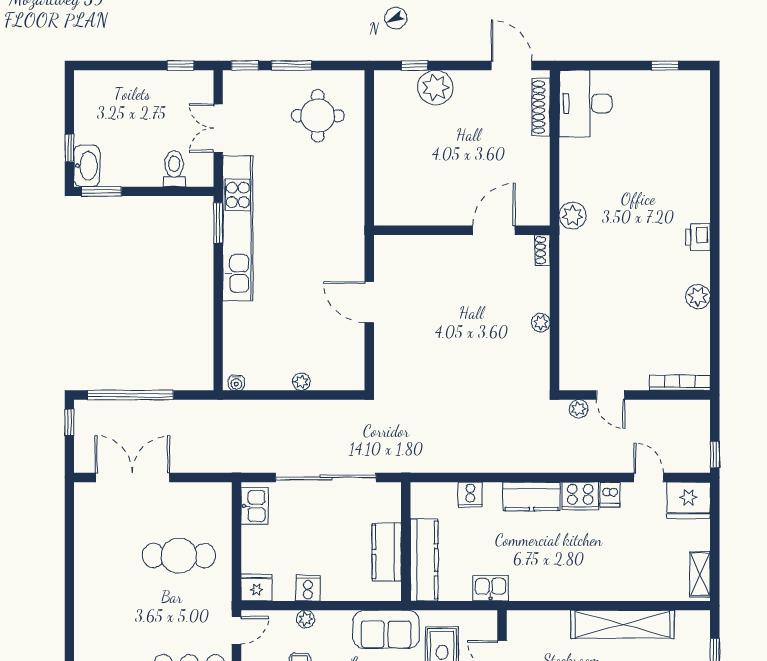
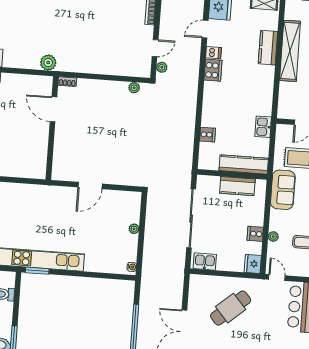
plant: (541, 323) -> (134, 88), moved
kitchen counter: (532, 496) -> (268, 48), moved, turned 180
cafe table: (179, 556) -> (231, 308), turned 49

